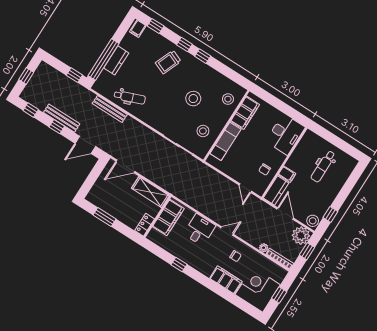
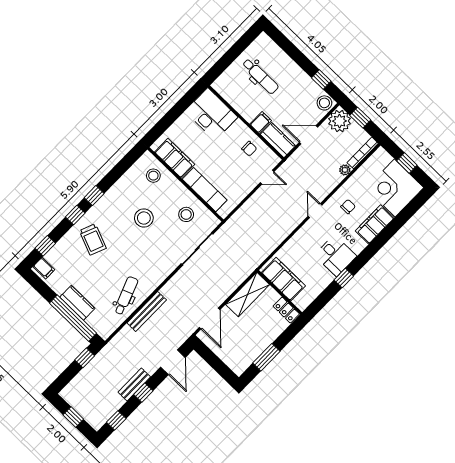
bench: (110, 109) -> (147, 311), moved
bench: (62, 118) -> (134, 384), width x0.73
desk: (199, 230) -> (335, 256), moved, turned 180

